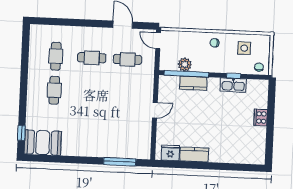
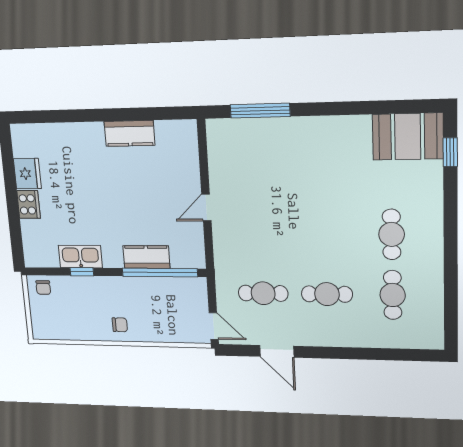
side table: (244, 48) -> (71, 317), removed
plant: (185, 64) -> (164, 288), removed
fridge: (170, 153) -> (27, 174), moved, turned -90

